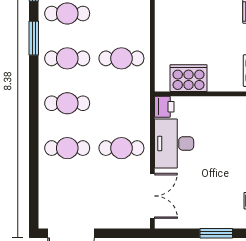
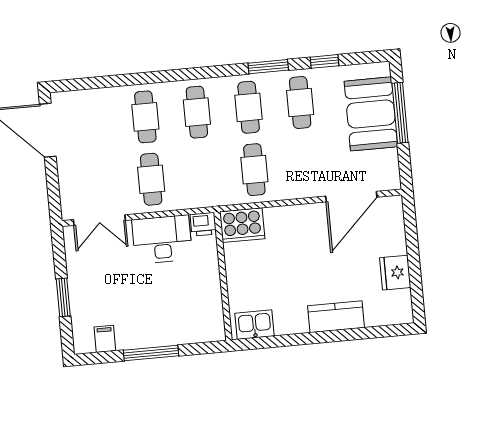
cooker: (189, 78) -> (242, 225), moved, turned 90

